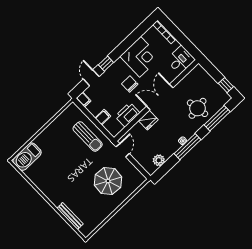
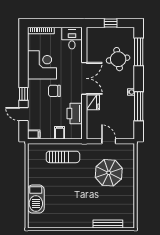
window: (226, 85) -> (111, 23), moved
double door: (160, 97) -> (84, 78), swing flipped
window: (187, 147) -> (139, 106), moved
door: (123, 150) -> (109, 141), moved
barbecue: (27, 157) -> (36, 199), moved
plant: (159, 160) -> (129, 122), removed

